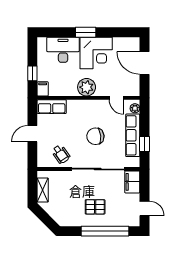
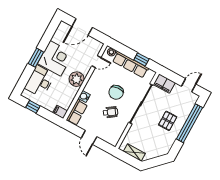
window: (32, 73) -> (33, 107), moved
water cooler: (73, 105) -> (84, 97), added
wheelchair: (61, 154) -> (110, 112), moved

